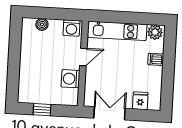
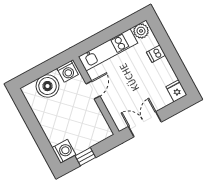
boiler: (42, 24) -> (48, 86), width x1.86, depth x1.86
washing machine: (71, 79) -> (64, 151), moved, turned 180
fridge: (140, 101) -> (176, 91), moved

